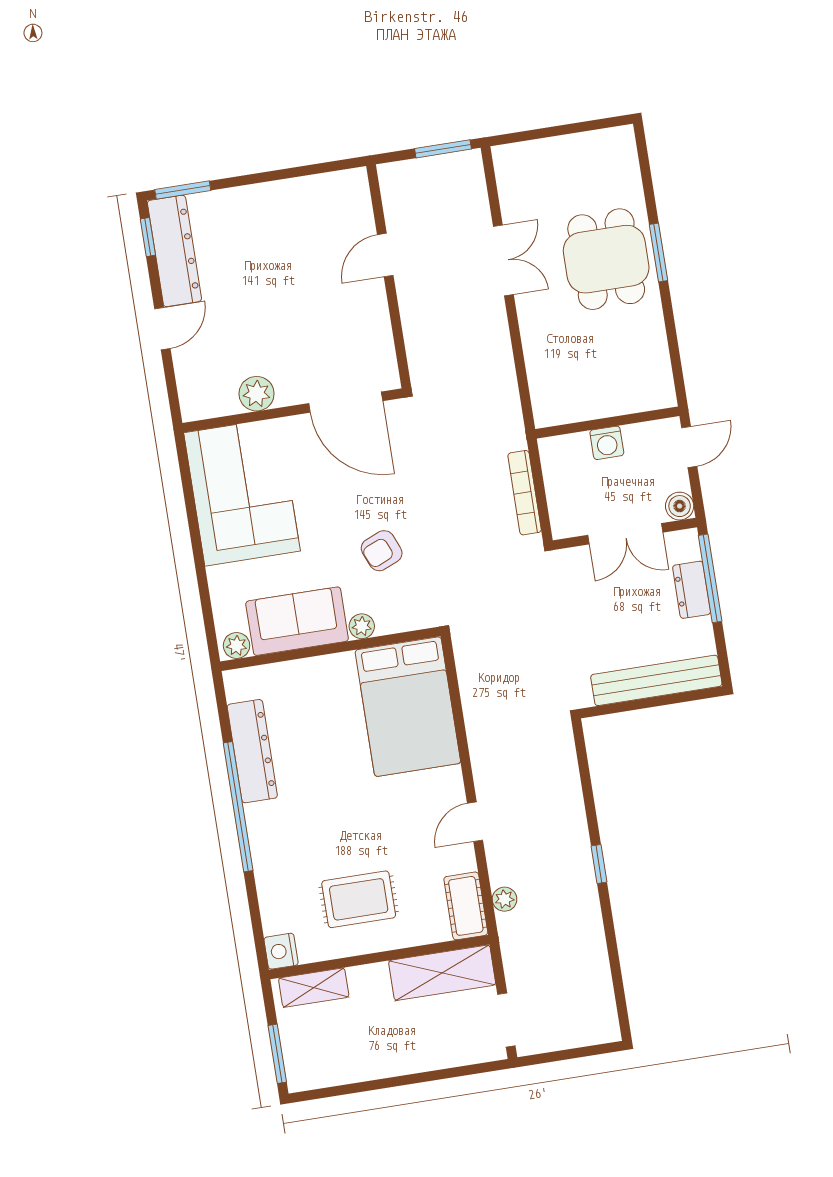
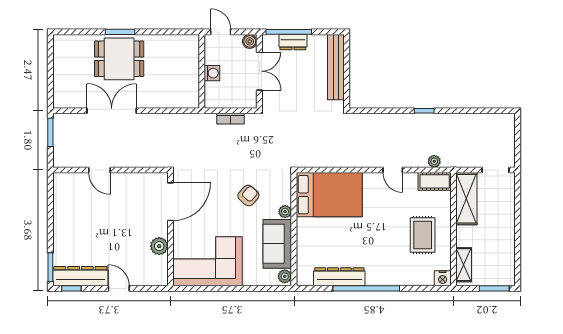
double door: (503, 260) -> (112, 111), width x1.37
bookcase: (525, 493) -> (231, 119), width x0.64
armchair: (382, 551) -> (248, 195), turned -116

